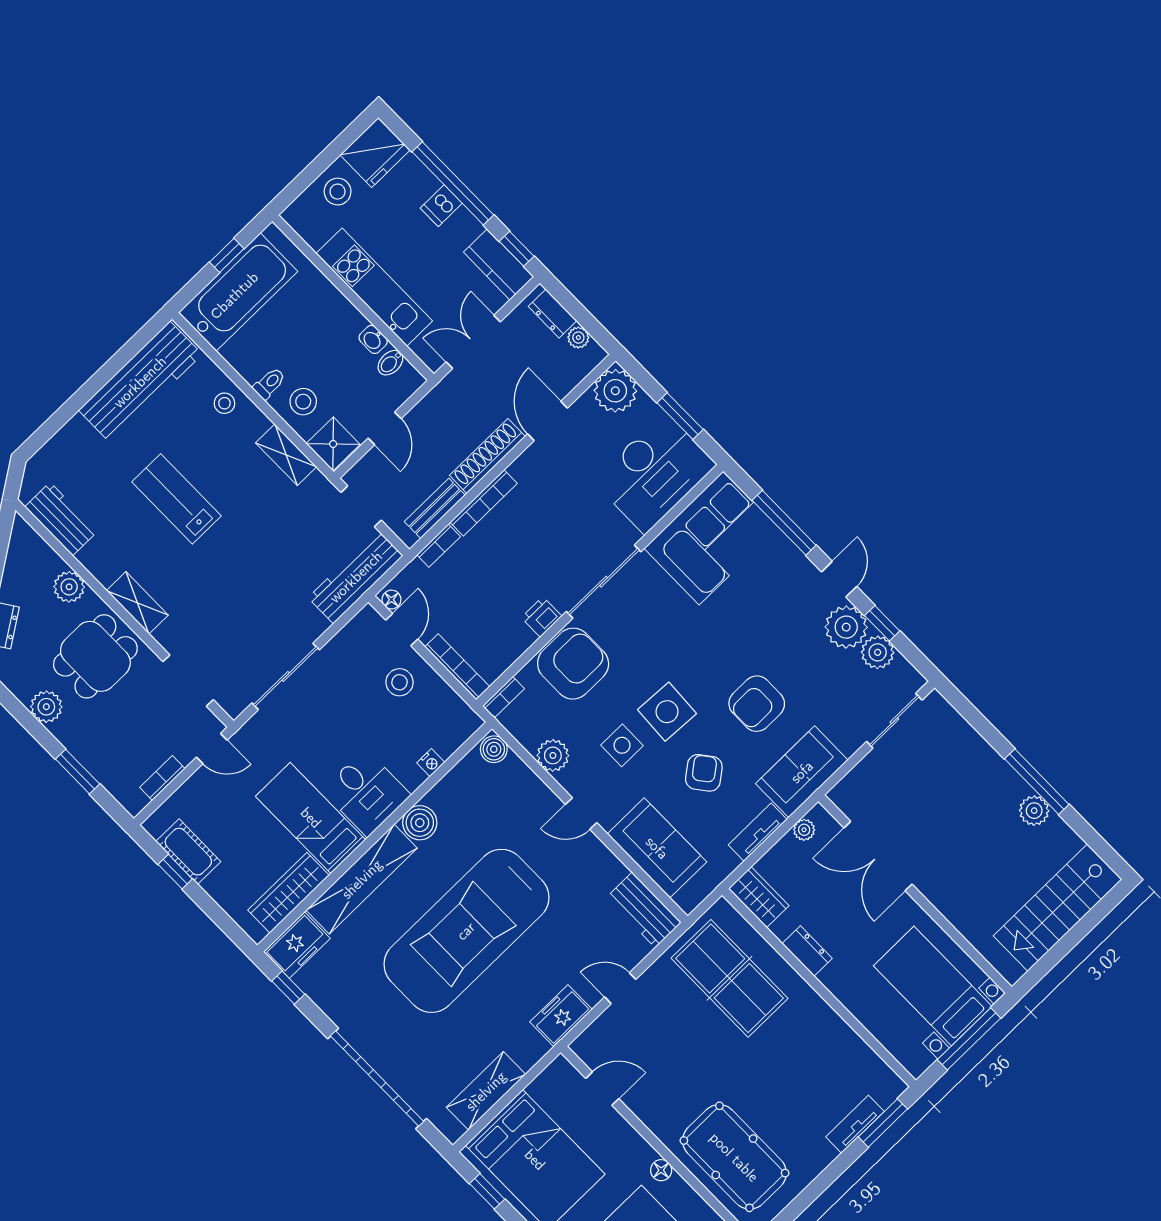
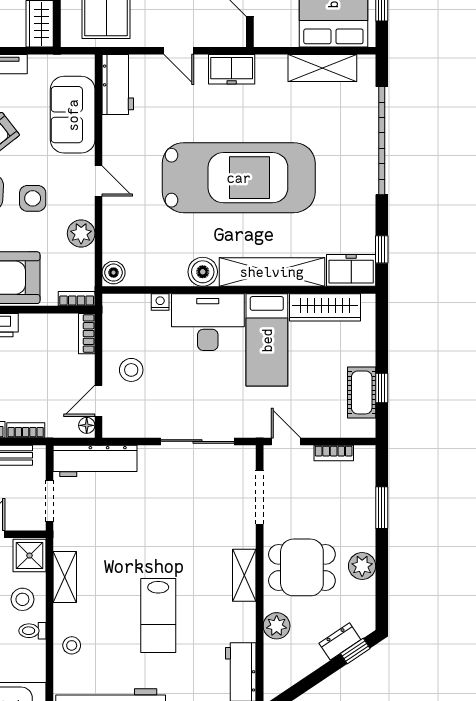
bookcase: (457, 667) -> (87, 334), width x0.64
desk: (366, 793) -> (208, 322), width x1.37

